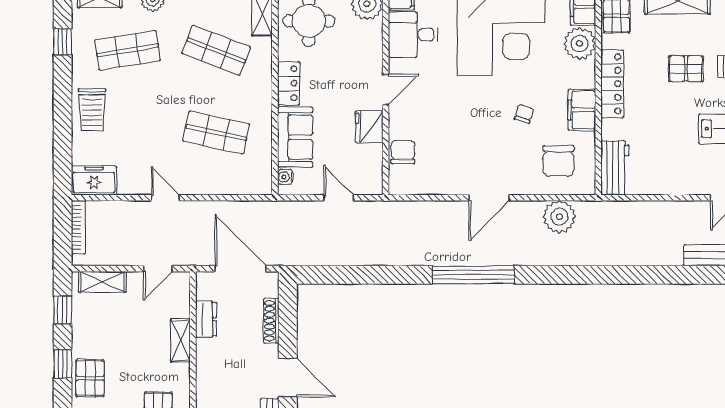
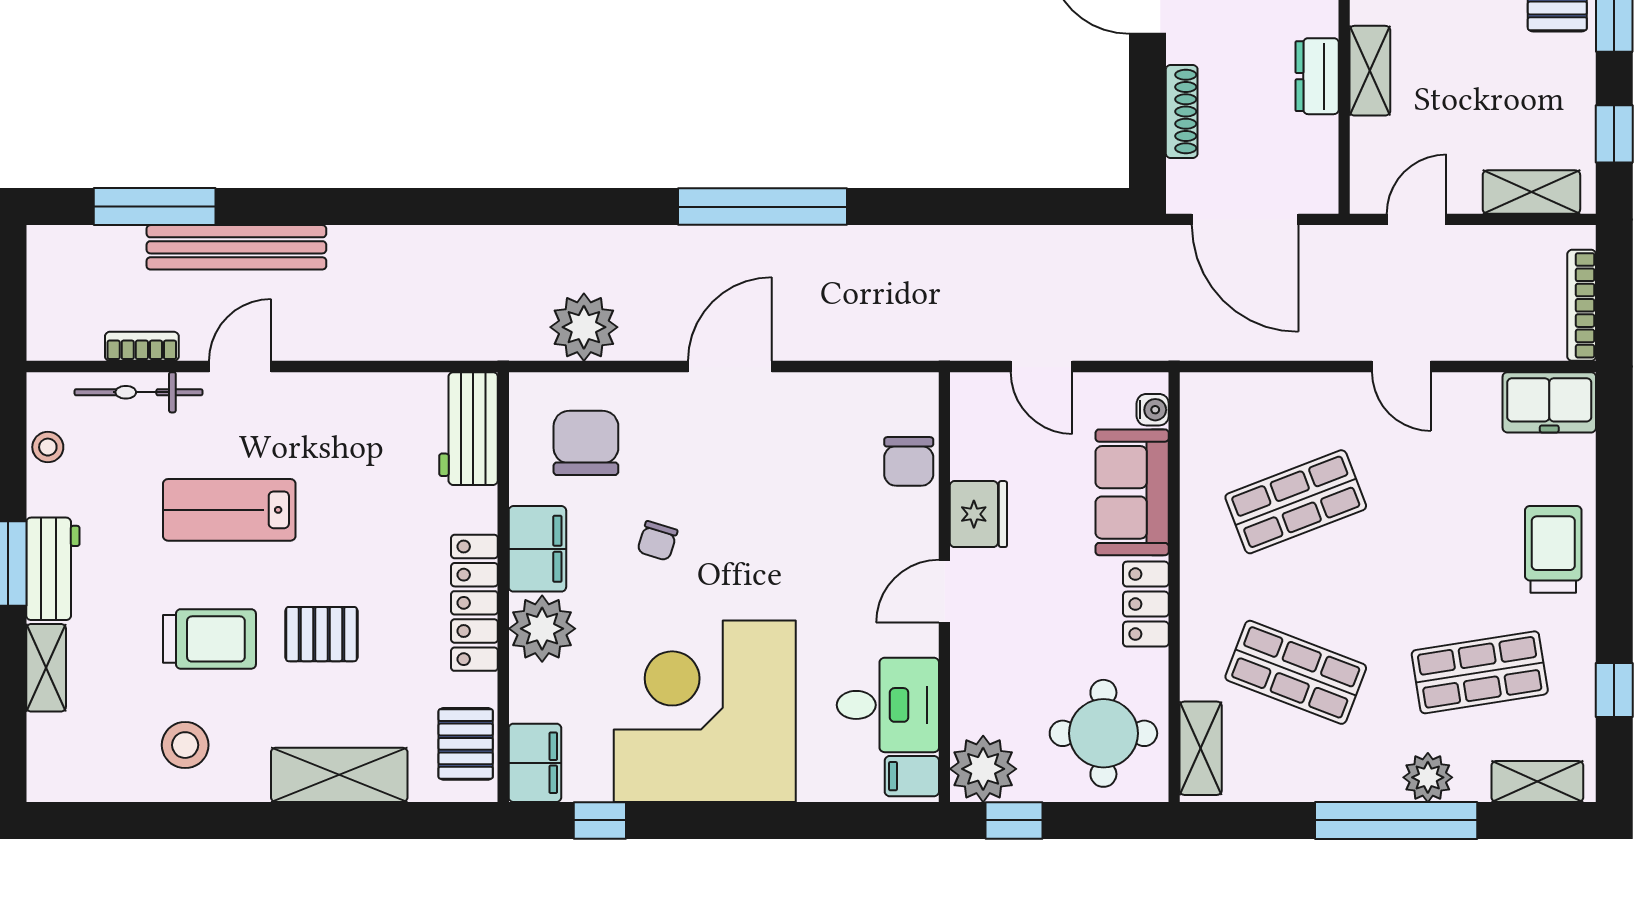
plant: (580, 43) -> (542, 629), moved
shop shelf: (216, 133) -> (1296, 502), turned -33
dresser: (206, 319) -> (1317, 76), moved

